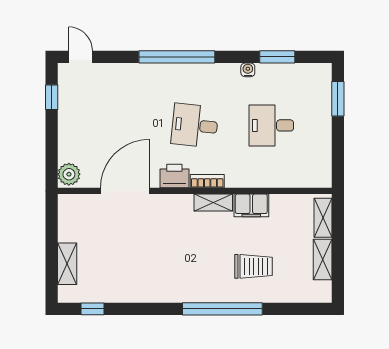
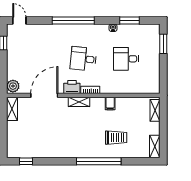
shelving: (213, 203) -> (79, 102), moved
filing cabinet: (251, 205) -> (110, 104), width x0.50
shelving: (323, 259) -> (155, 146), moved
shelving: (67, 264) -> (12, 109), moved

